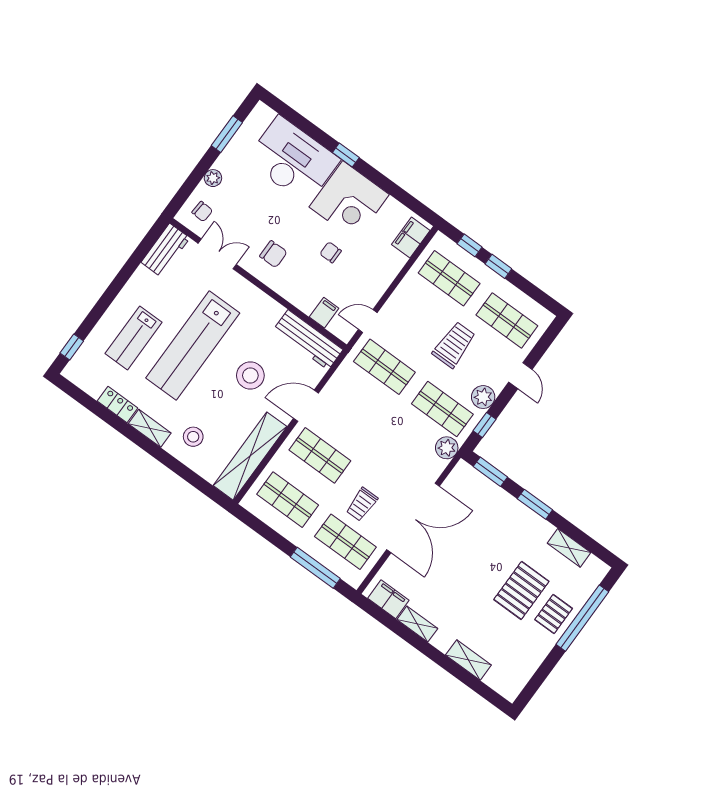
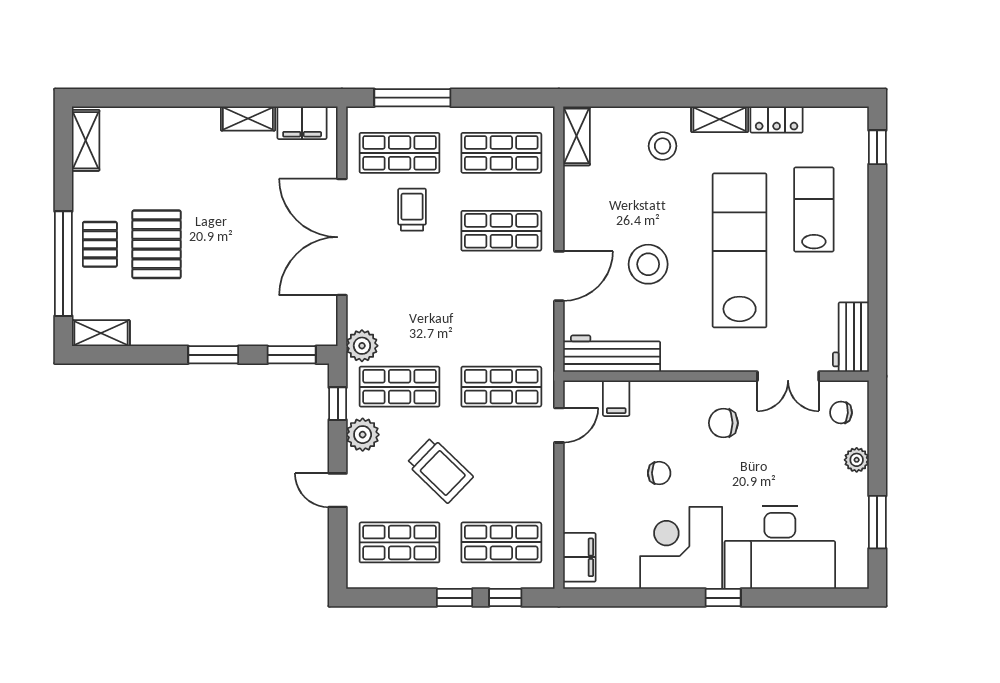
trolley: (454, 345) -> (440, 470), turned -46
shelving: (250, 456) -> (577, 136), width x0.45, depth x0.75
shelving: (569, 548) -> (101, 333), moved
shelving: (468, 660) -> (86, 140), moved, turned 90

